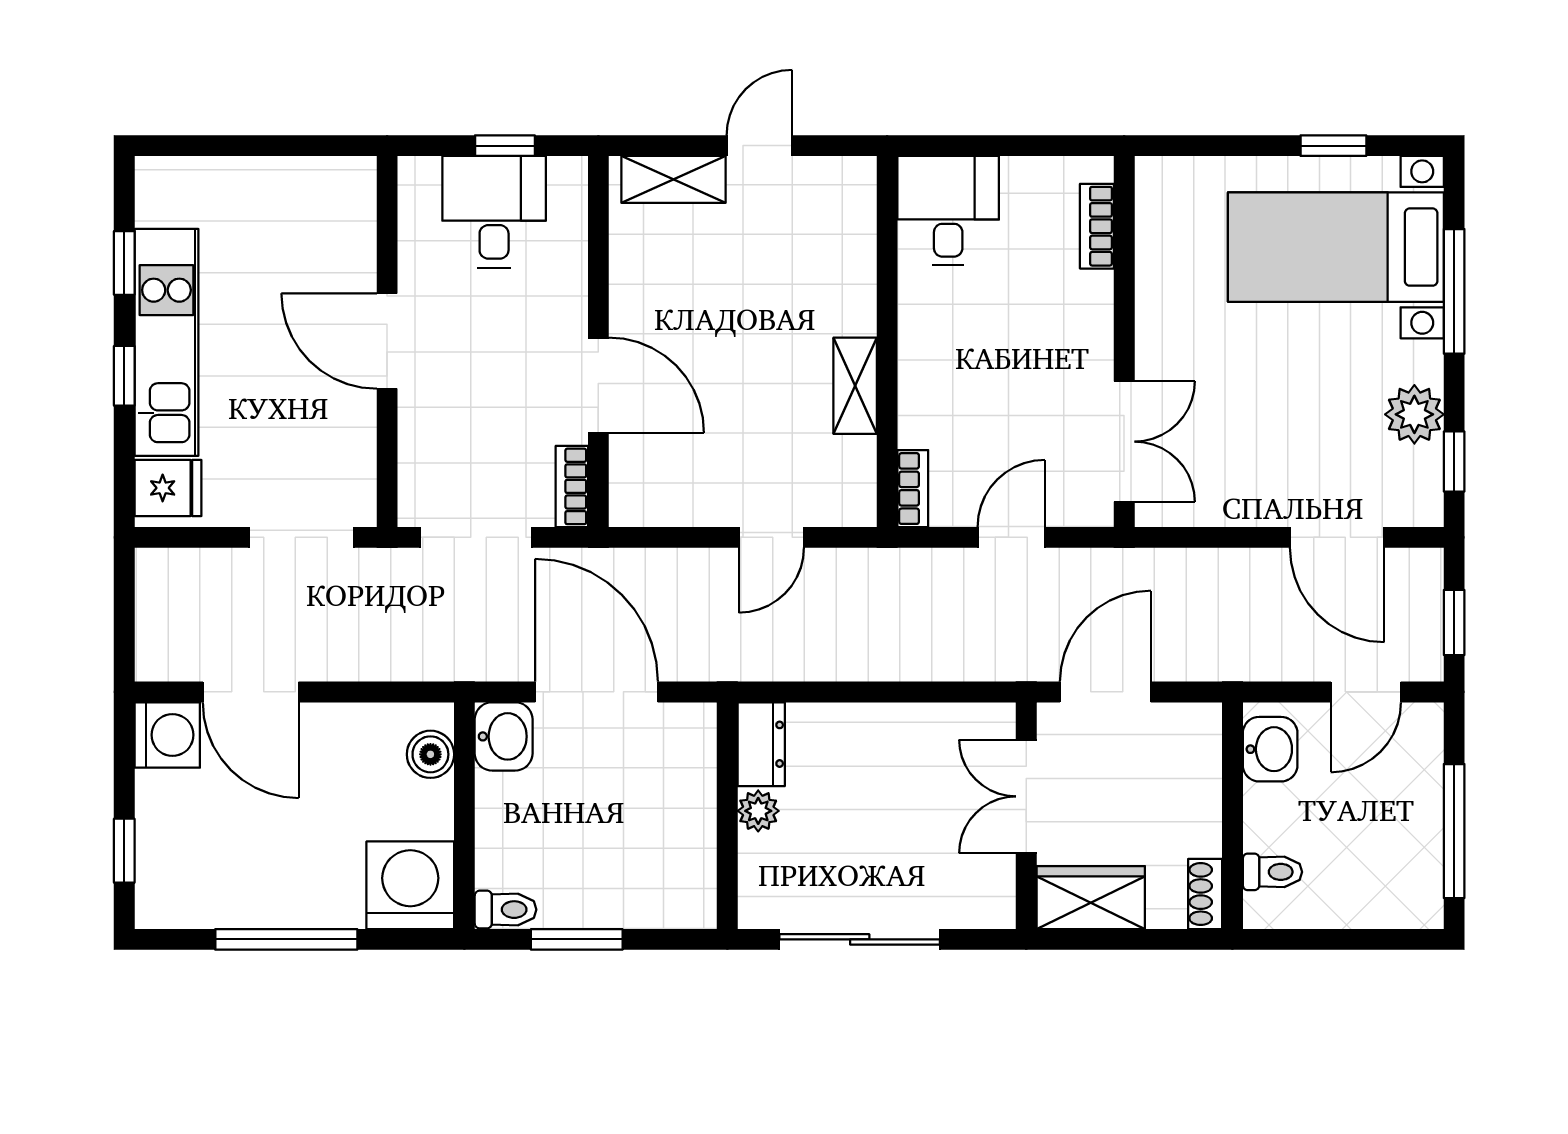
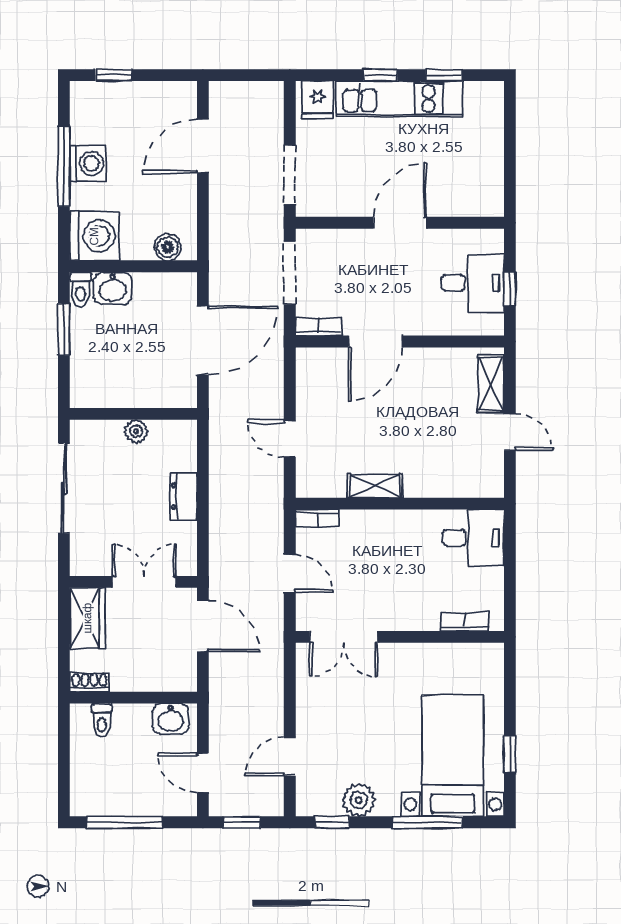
door: (1337, 537) -> (290, 757), width x0.73
washing machine: (167, 735) -> (88, 164), moved, turned -90
washbasin: (504, 736) -> (113, 288), moved
dresser: (761, 744) -> (184, 496), moved, turned 90

